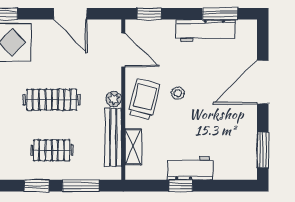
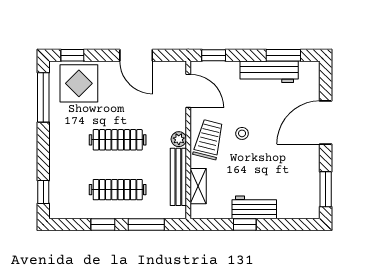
clothes rail: (52, 150) -> (118, 190), width x1.36

